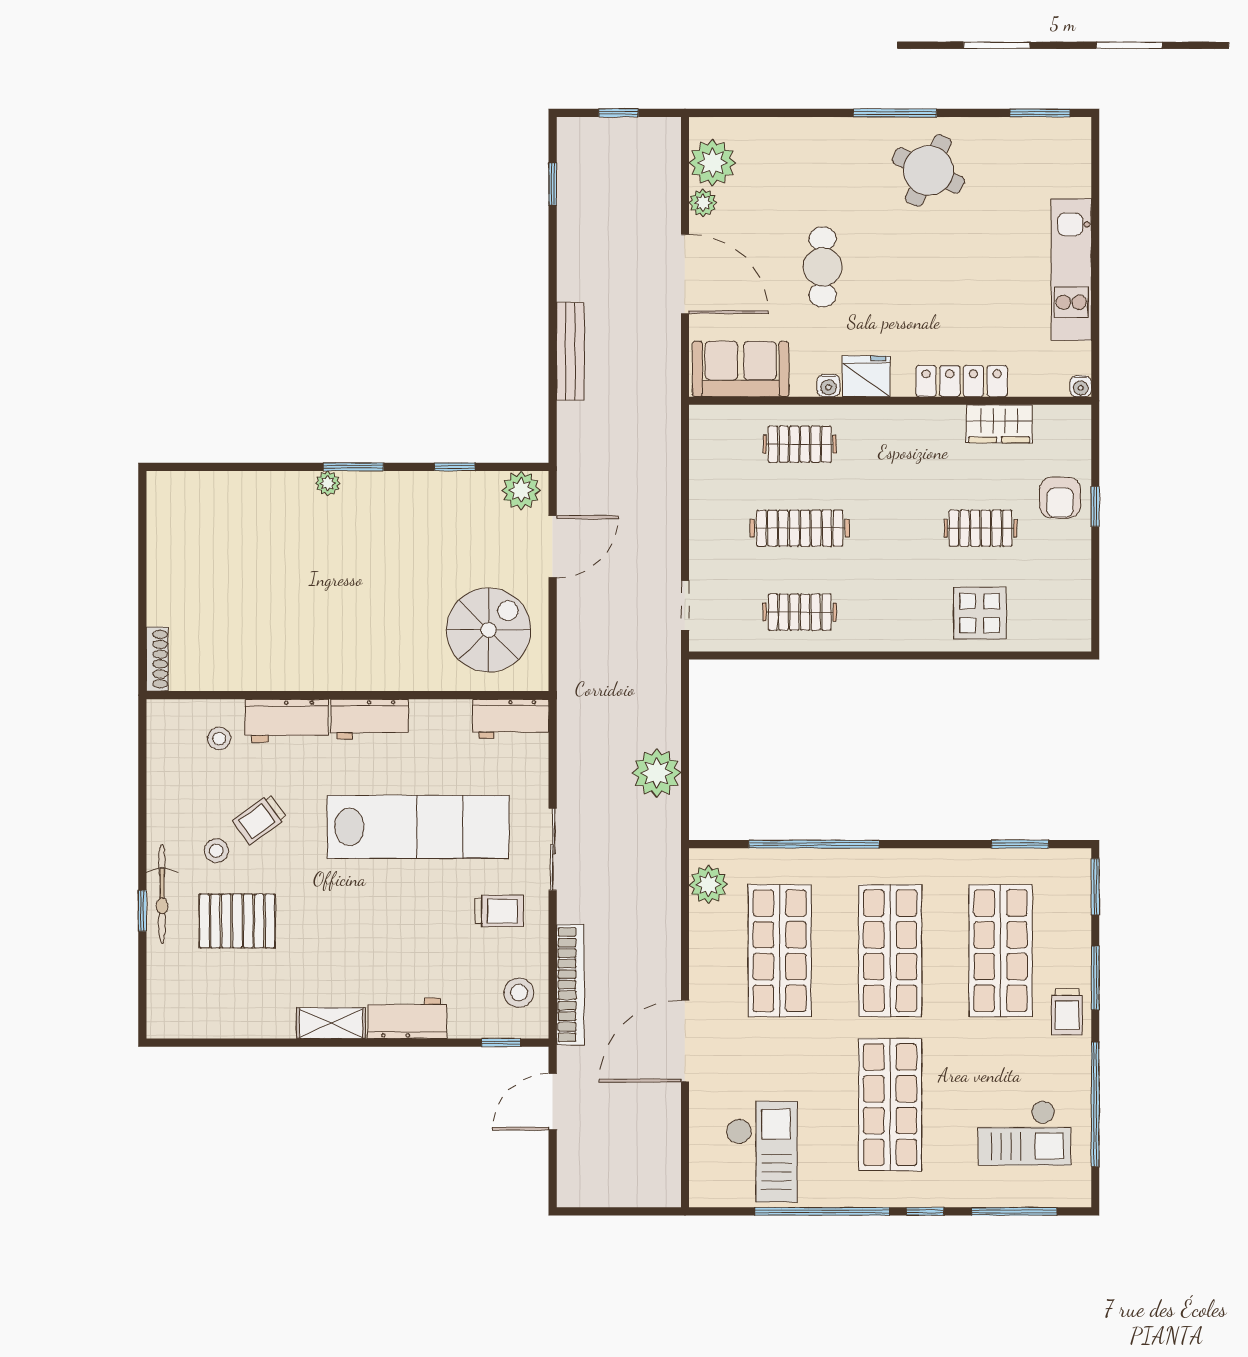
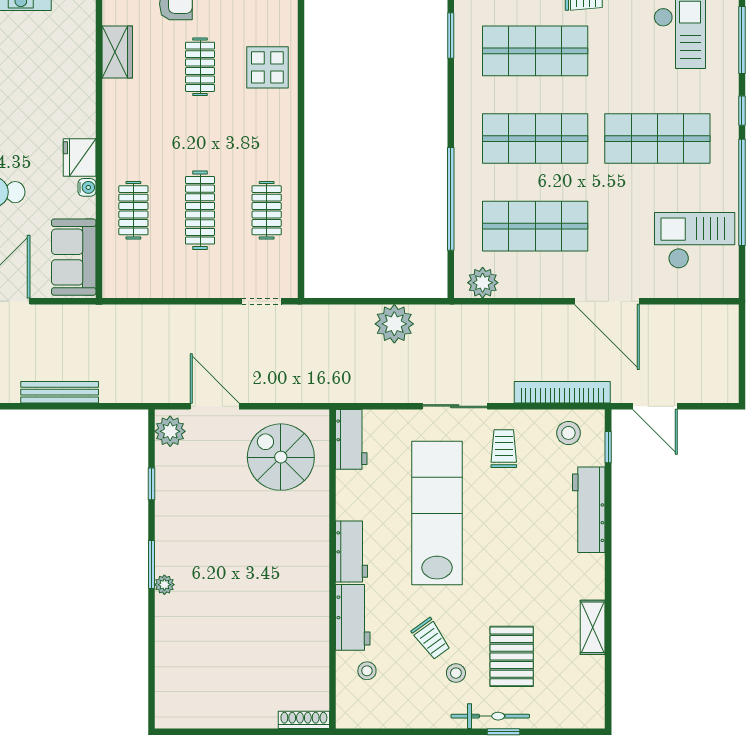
locker: (962, 381) -> (83, 82), removed
workbench: (407, 1018) -> (589, 510), width x1.38
shelving: (331, 1023) -> (593, 627), moved

